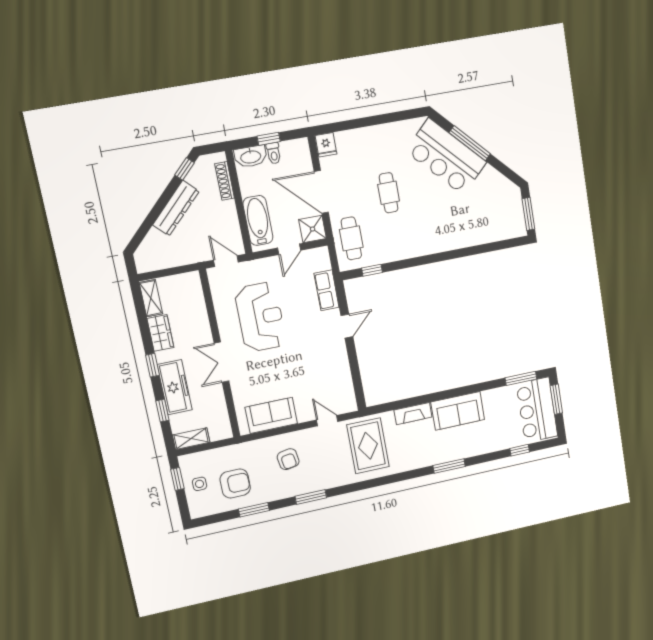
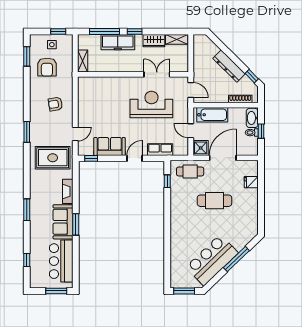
fridge: (326, 145) -> (251, 182), moved
bar counter: (446, 157) -> (212, 260), moved
cafe table: (389, 193) -> (214, 201), width x1.37, depth x1.35
door: (226, 261) -> (191, 90), hinge flipped
reception desk: (260, 317) -> (151, 104), turned 180
door: (347, 326) -> (135, 158), swing flipped
double door: (221, 362) -> (157, 74), moved
window: (521, 378) -> (76, 224), moved
window: (359, 390) -> (91, 158), added
bar counter: (537, 410) -> (61, 261), moved, turned -90
window: (162, 411) -> (105, 31), width x2.17
sofa: (271, 415) -> (110, 146), moved, turned -90
shelving: (191, 439) -> (83, 61), moved
window: (311, 497) -> (27, 132), moved
window: (254, 510) -> (27, 56), moved

